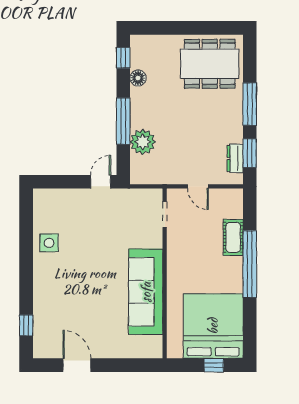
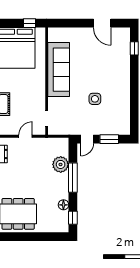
window: (66, 182) -> (109, 139), added
door: (198, 186) -> (26, 136), hinge flipped
side table: (49, 243) -> (95, 99), moved
window: (214, 365) -> (30, 23), moved

